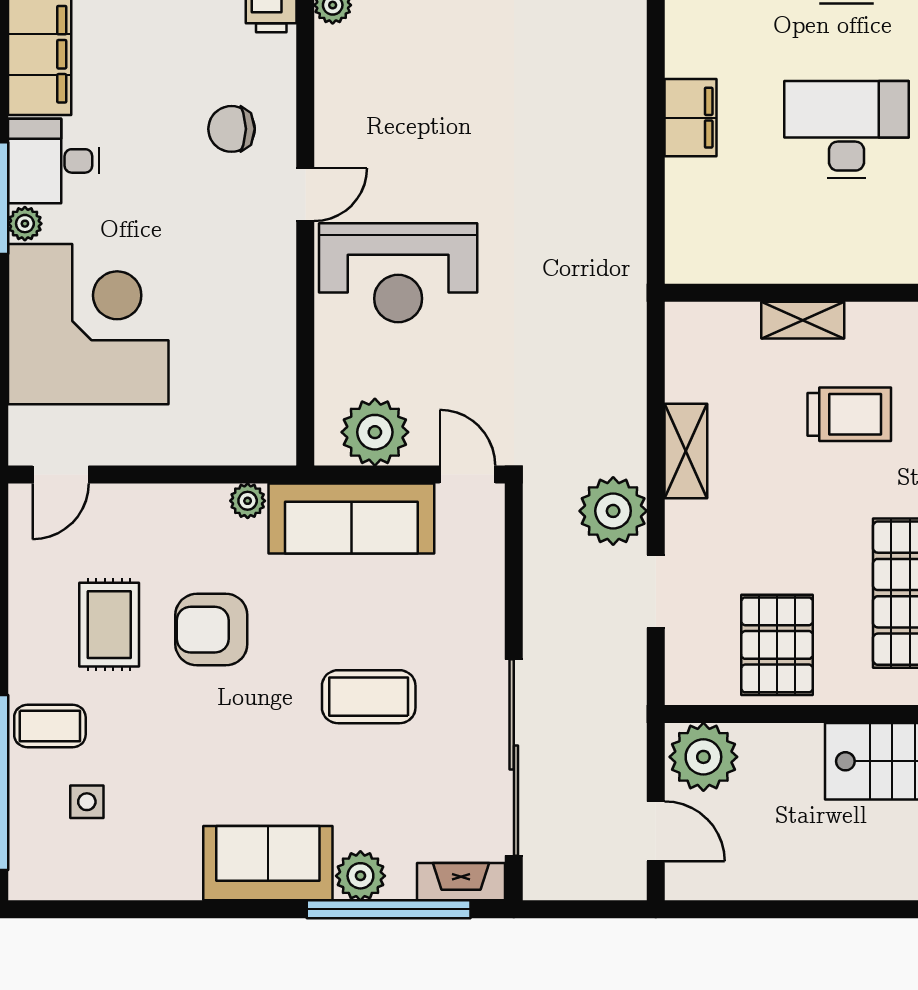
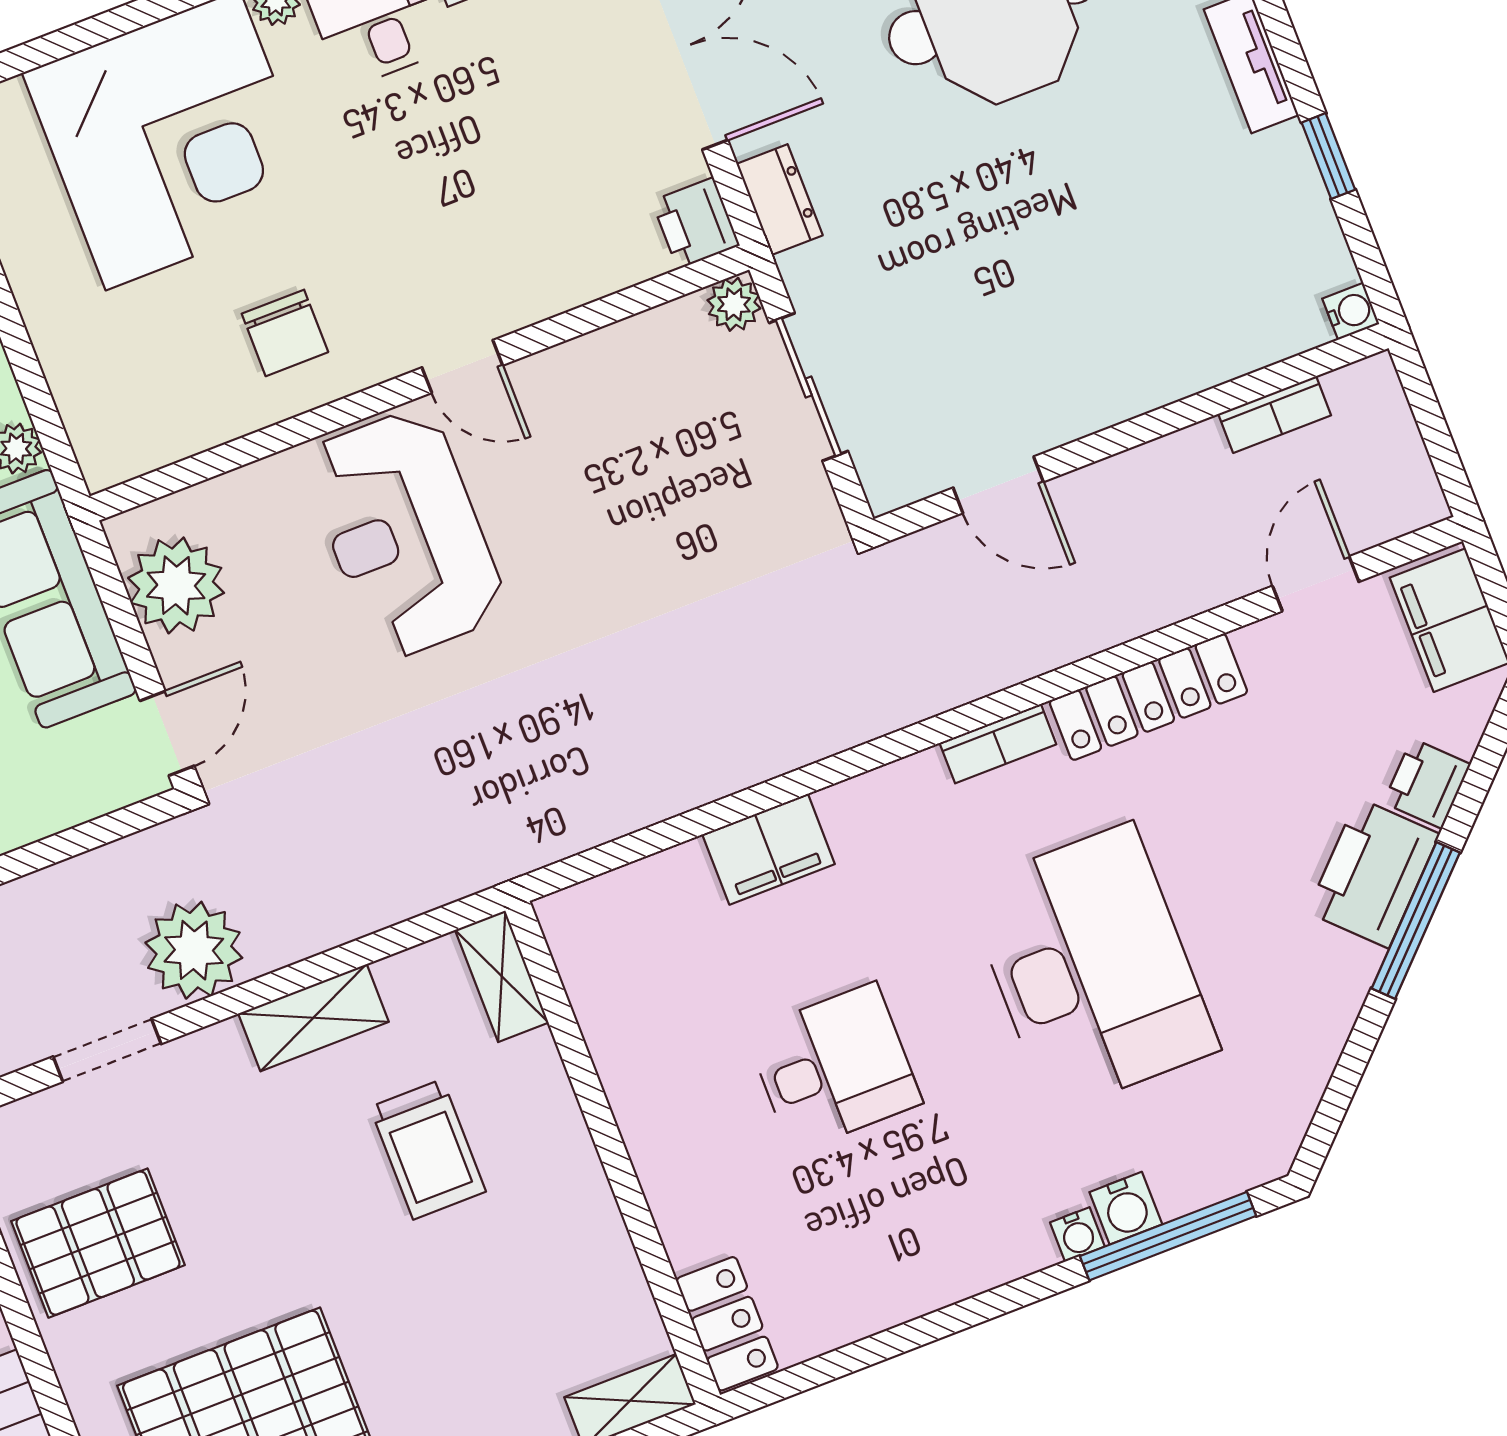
chair: (232, 129) -> (285, 333), moved, turned 180
desk: (846, 130) -> (834, 1067), width x0.73
shelving: (803, 320) -> (502, 976), moved
trolley: (849, 414) -> (428, 1149), moved

